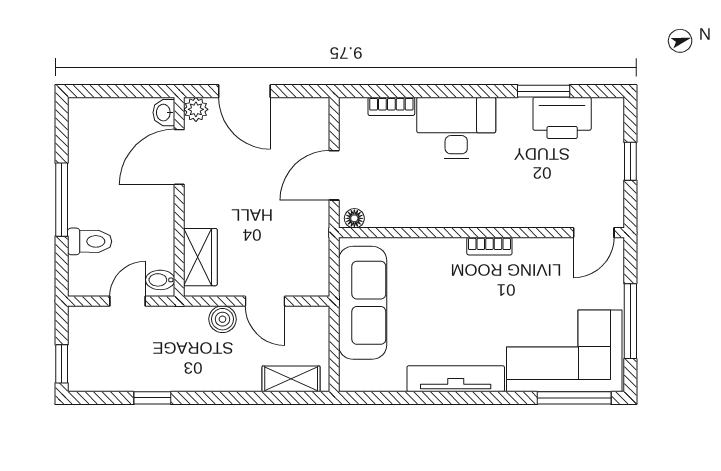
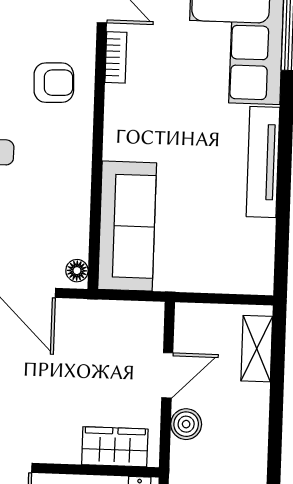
armchair: (519, 192) -> (54, 83), added
bookcase: (489, 246) -> (116, 57), moved
sofa: (363, 303) -> (127, 226), moved, turned 90

